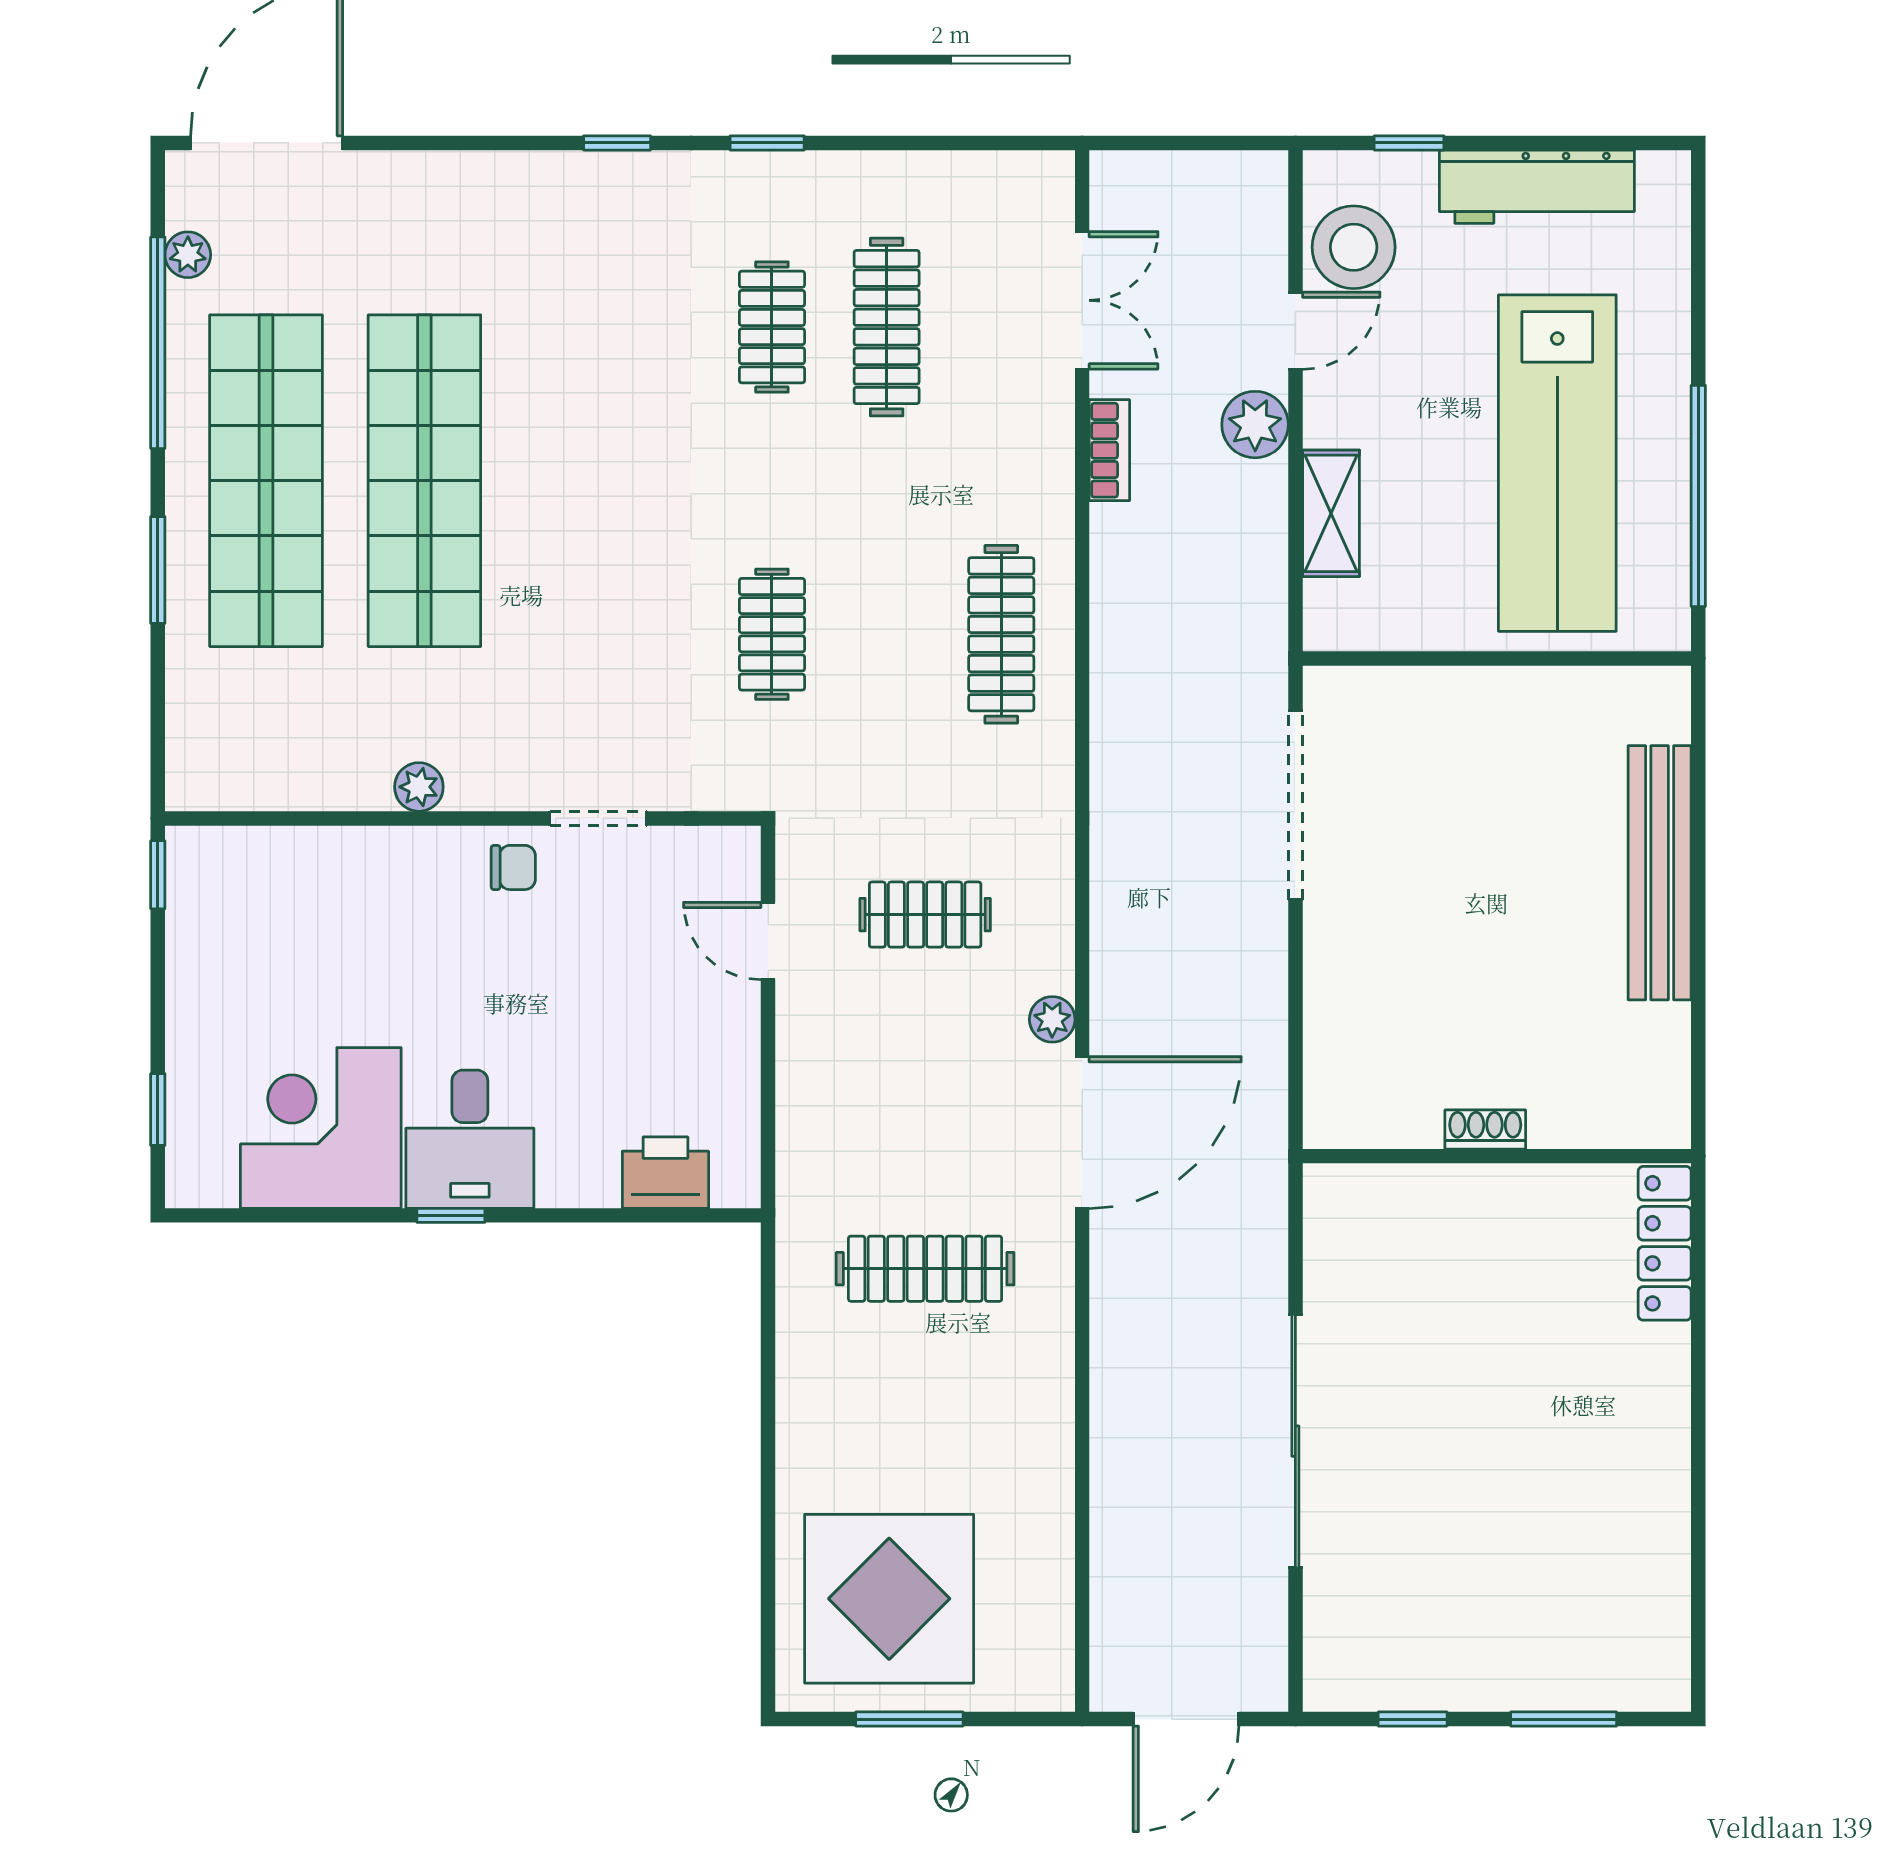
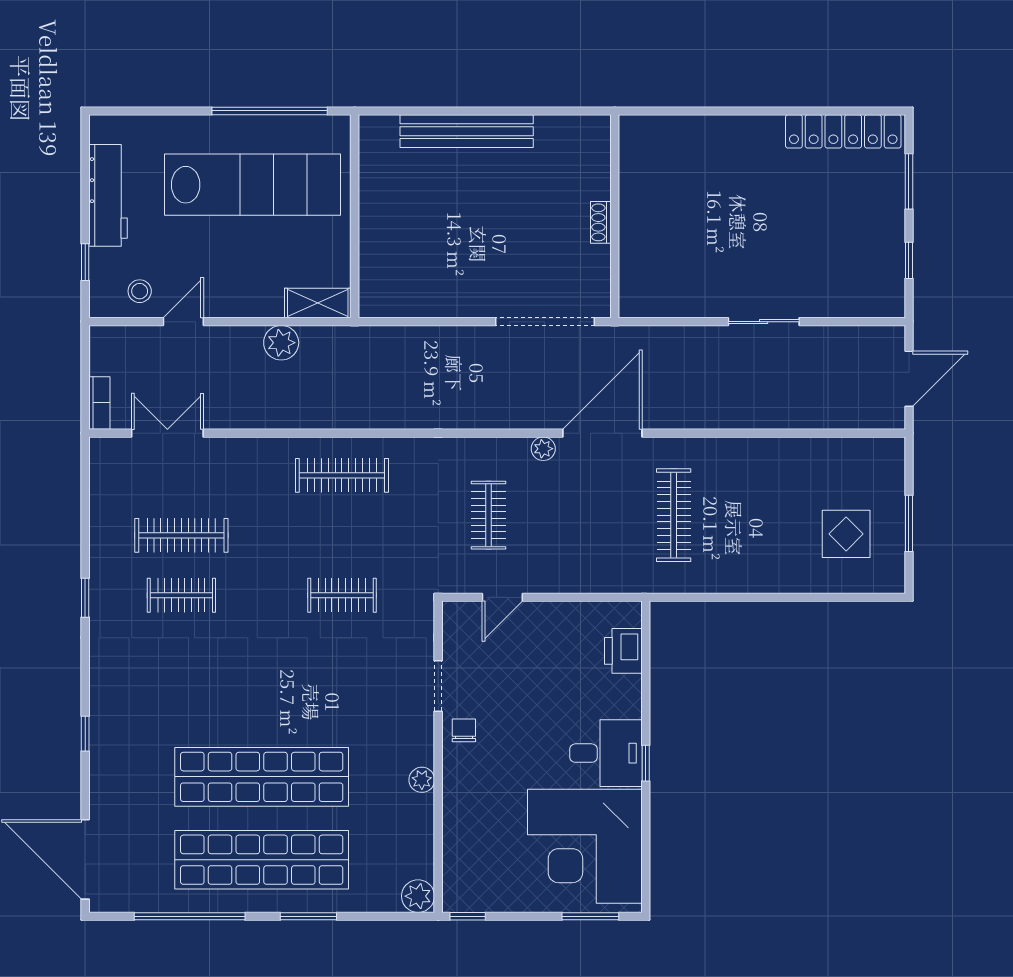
window: (617, 143) -> (85, 734), moved
stool: (1354, 247) -> (140, 291), width x0.53, depth x0.53
plant: (188, 255) -> (418, 896), moved, width x1.38, depth x1.38
door: (1295, 331) -> (183, 322), hinge flipped
plant: (1255, 425) -> (281, 343), moved
bookcase: (1109, 450) -> (99, 403), moved, turned 90
shelving: (1331, 513) -> (318, 303), moved
doorway: (1295, 805) -> (545, 322), moved
window: (158, 1109) -> (590, 916), width x1.50
corner desk: (321, 1128) -> (585, 846), width x1.36, depth x1.36
door: (1082, 1133) -> (602, 433), hinge flipped
locker: (1665, 1243) -> (843, 131), moved, width x1.41, depth x1.21
sliding door: (1295, 1441) -> (764, 322), width x0.54
display table: (889, 1599) -> (846, 534), width x0.54, depth x0.54
door: (1186, 1719) -> (909, 379), hinge flipped

